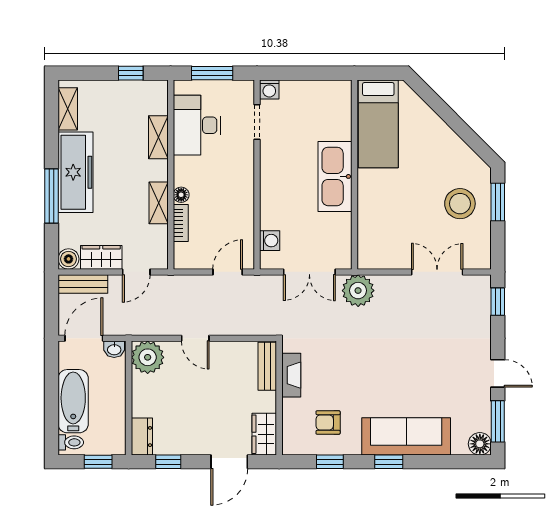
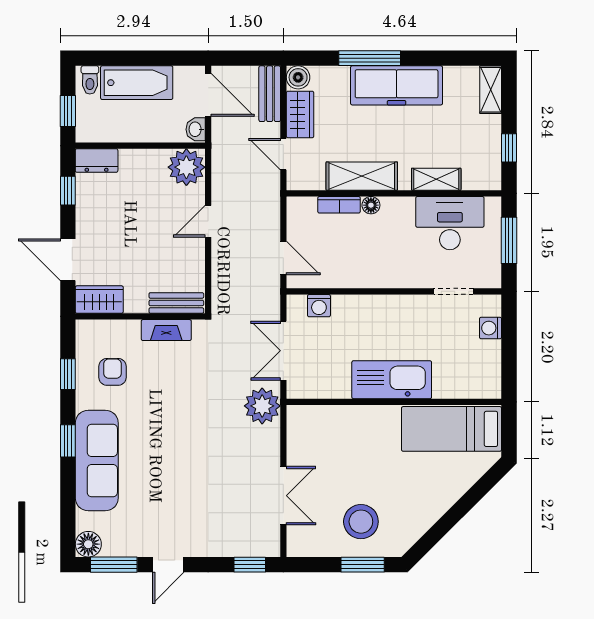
washing machine: (269, 89) -> (491, 328), moved
shelving: (68, 109) -> (491, 90), moved, turned 90
shelving: (159, 203) -> (362, 176), width x1.50, depth x1.33

